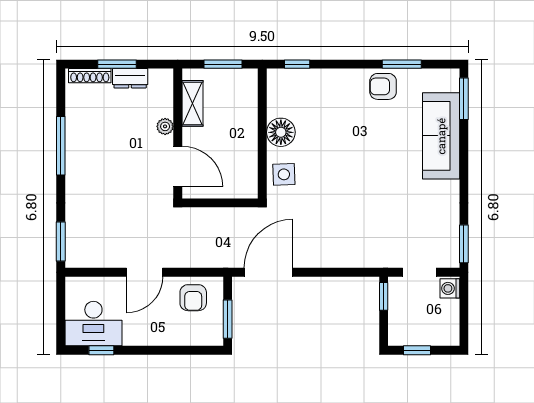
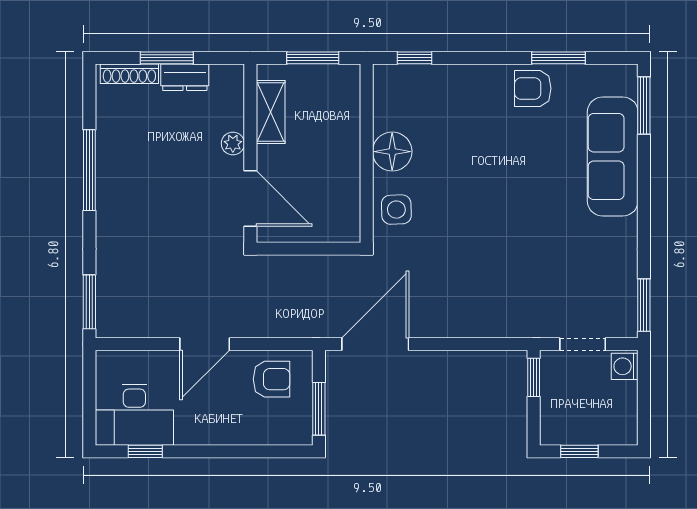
armchair: (193, 298) -> (272, 379), turned -90

